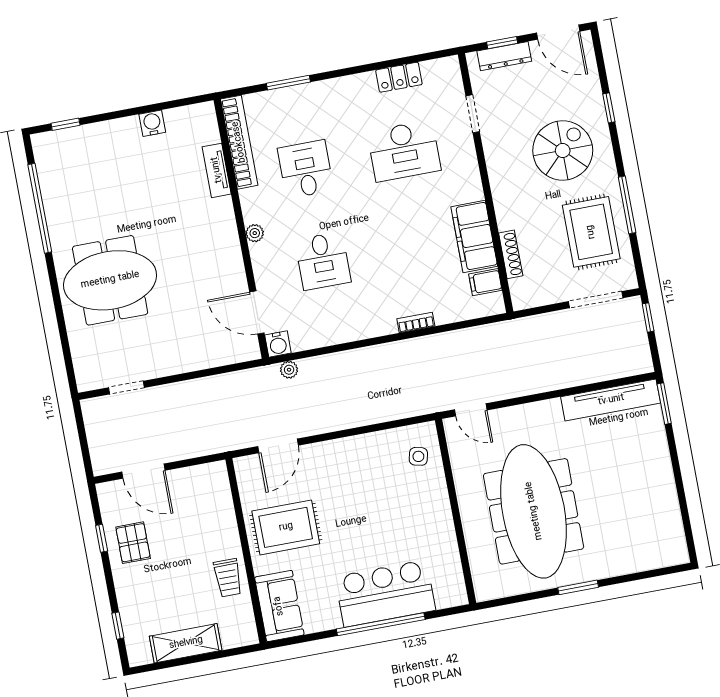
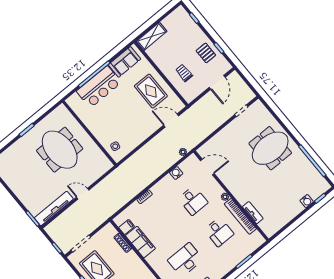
water cooler: (152, 123) -> (307, 201), moved
bookcase: (239, 142) -> (240, 216), moved
desk: (323, 261) -> (193, 201), turned 180
water cooler: (278, 344) -> (176, 173), moved
door: (471, 410) -> (83, 194), moved
door: (278, 446) -> (171, 120), hinge flipped
door: (143, 471) -> (217, 82), swing flipped
meeting table: (534, 511) -> (60, 150), width x0.73
rug: (286, 527) -> (151, 91), turned 90
trolley: (228, 578) -> (184, 73), moved
sofa: (279, 606) -> (124, 62), moved, turned -90
shelving: (186, 643) -> (152, 36), moved

